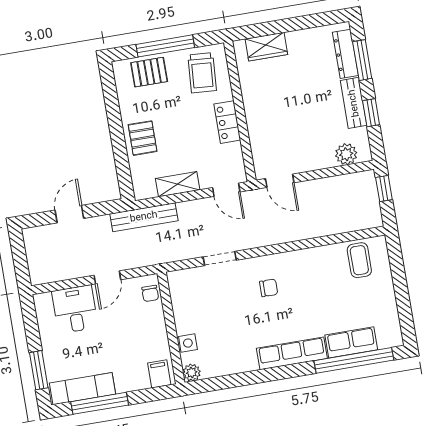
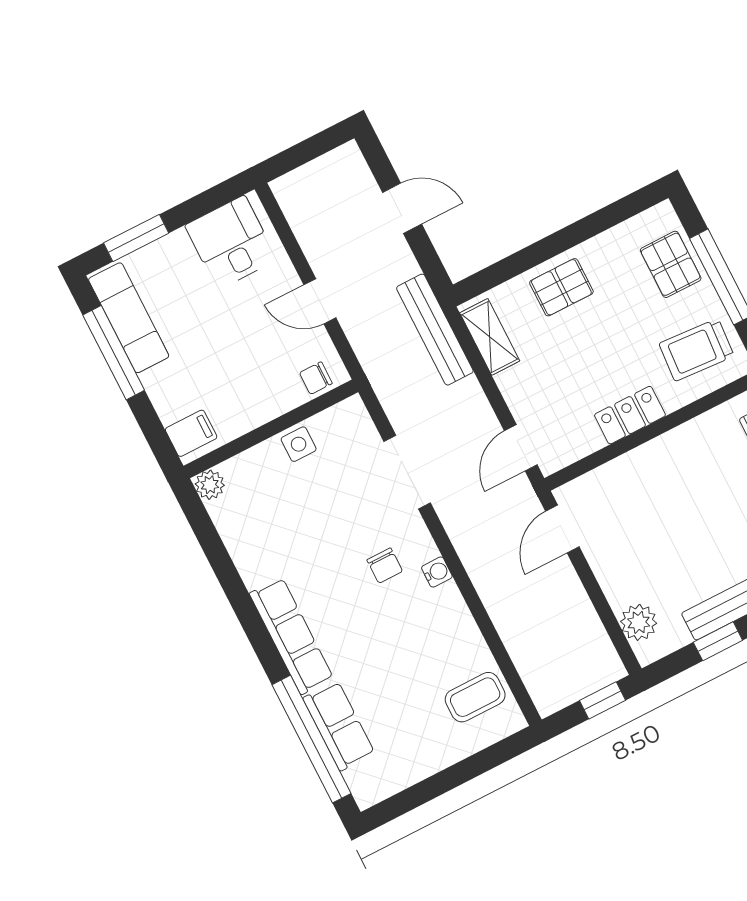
shelving: (178, 184) -> (490, 337), moved
doorway: (220, 258) -> (407, 472), width x1.38
water cooler: (282, 259) -> (437, 572), added
desk: (75, 309) -> (231, 242), moved, turned -90
side table: (188, 343) -> (299, 444), moved

